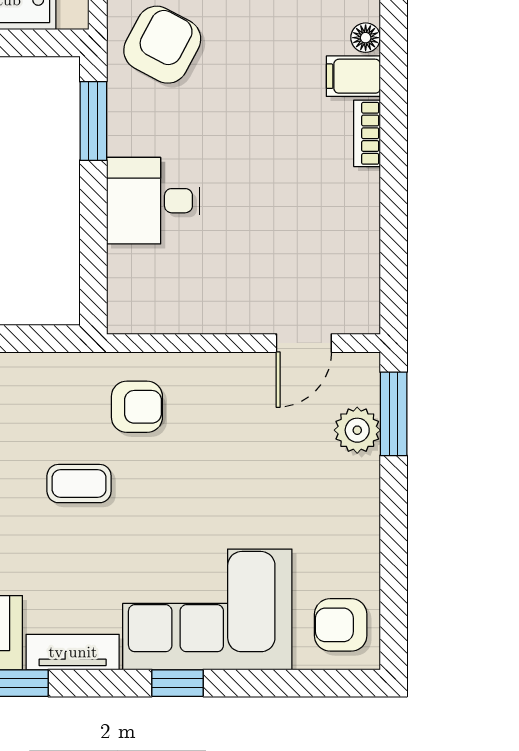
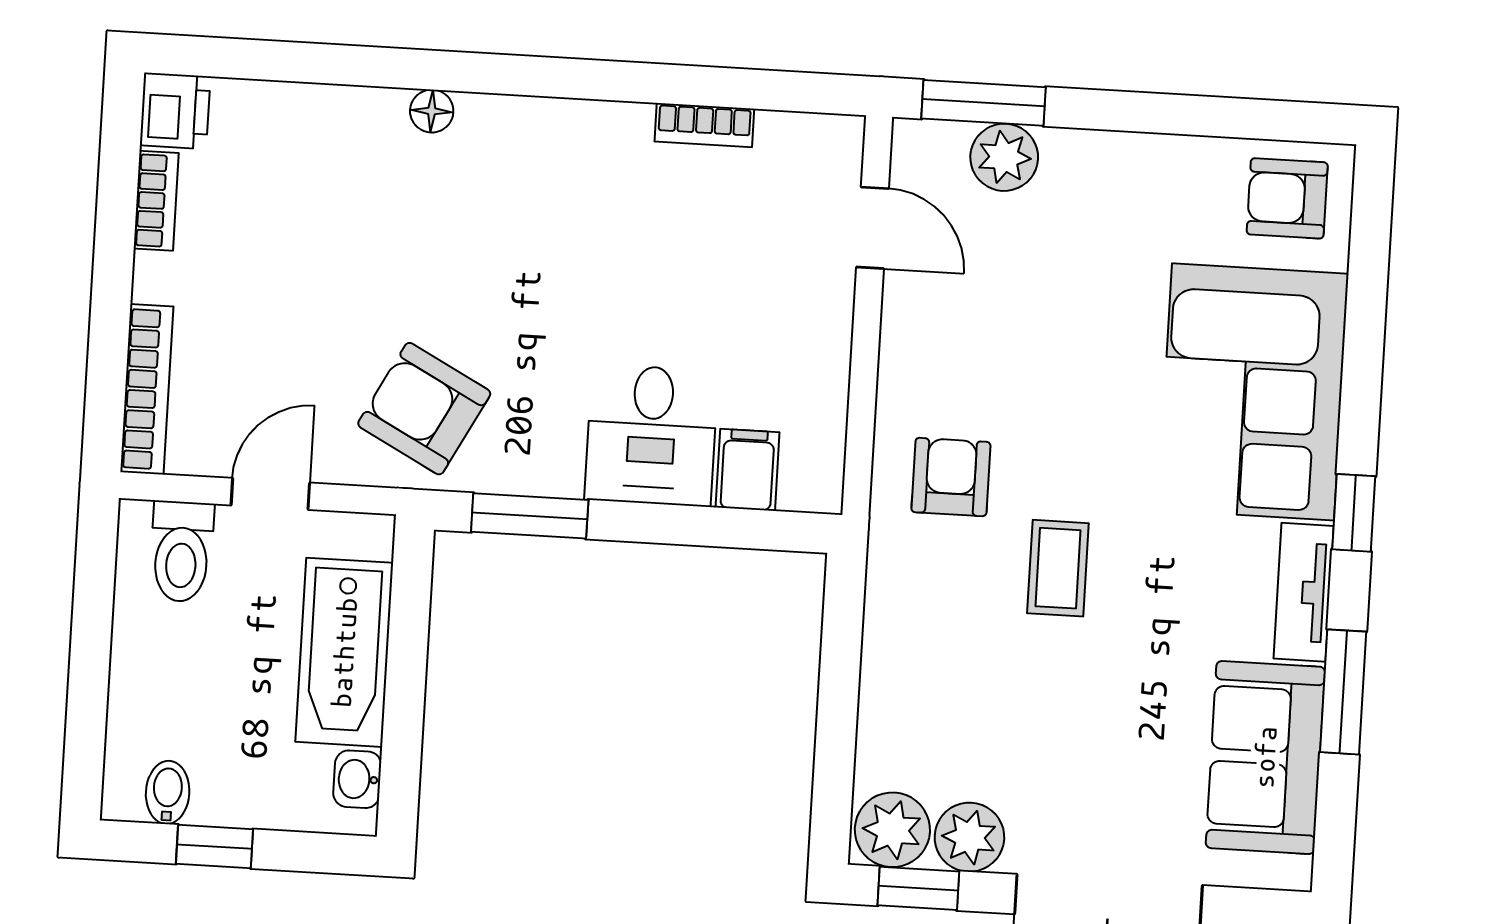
filing cabinet: (353, 76) -> (748, 470), moved, turned 180
bookcase: (367, 133) -> (704, 125), moved
armchair: (341, 625) -> (1287, 198), turned 90
window: (177, 683) -> (1354, 513), moved

